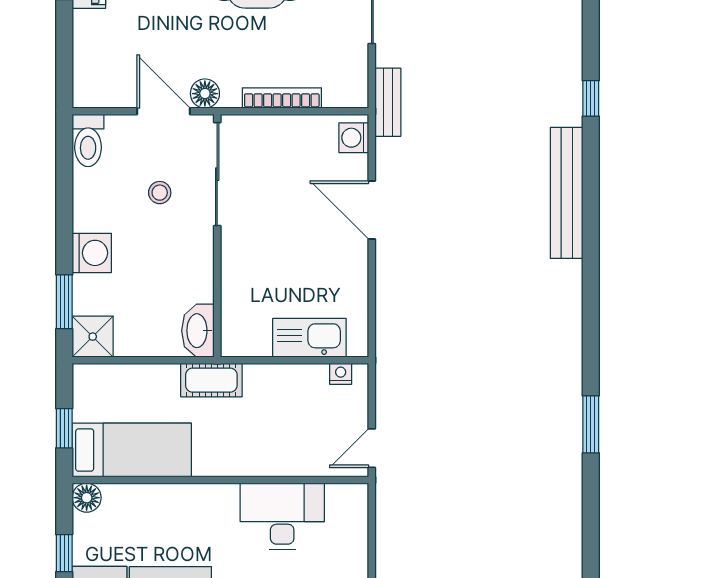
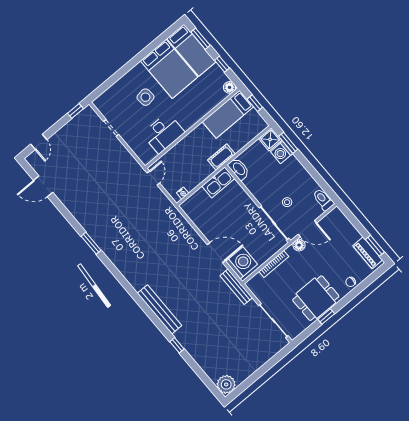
bench: (388, 102) -> (236, 287), width x1.36
washing machine: (354, 138) -> (241, 263), width x1.89, depth x1.89
washing machine: (92, 253) -> (282, 153), moved
kitchen sink: (309, 338) -> (218, 182), moved

